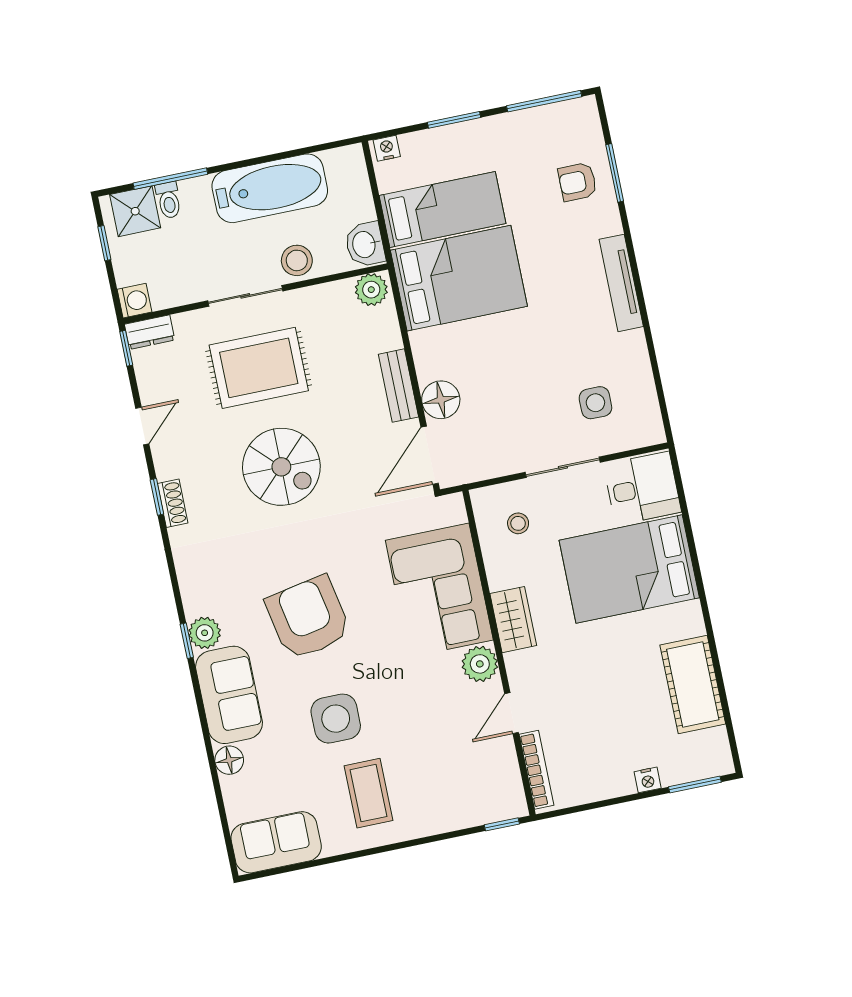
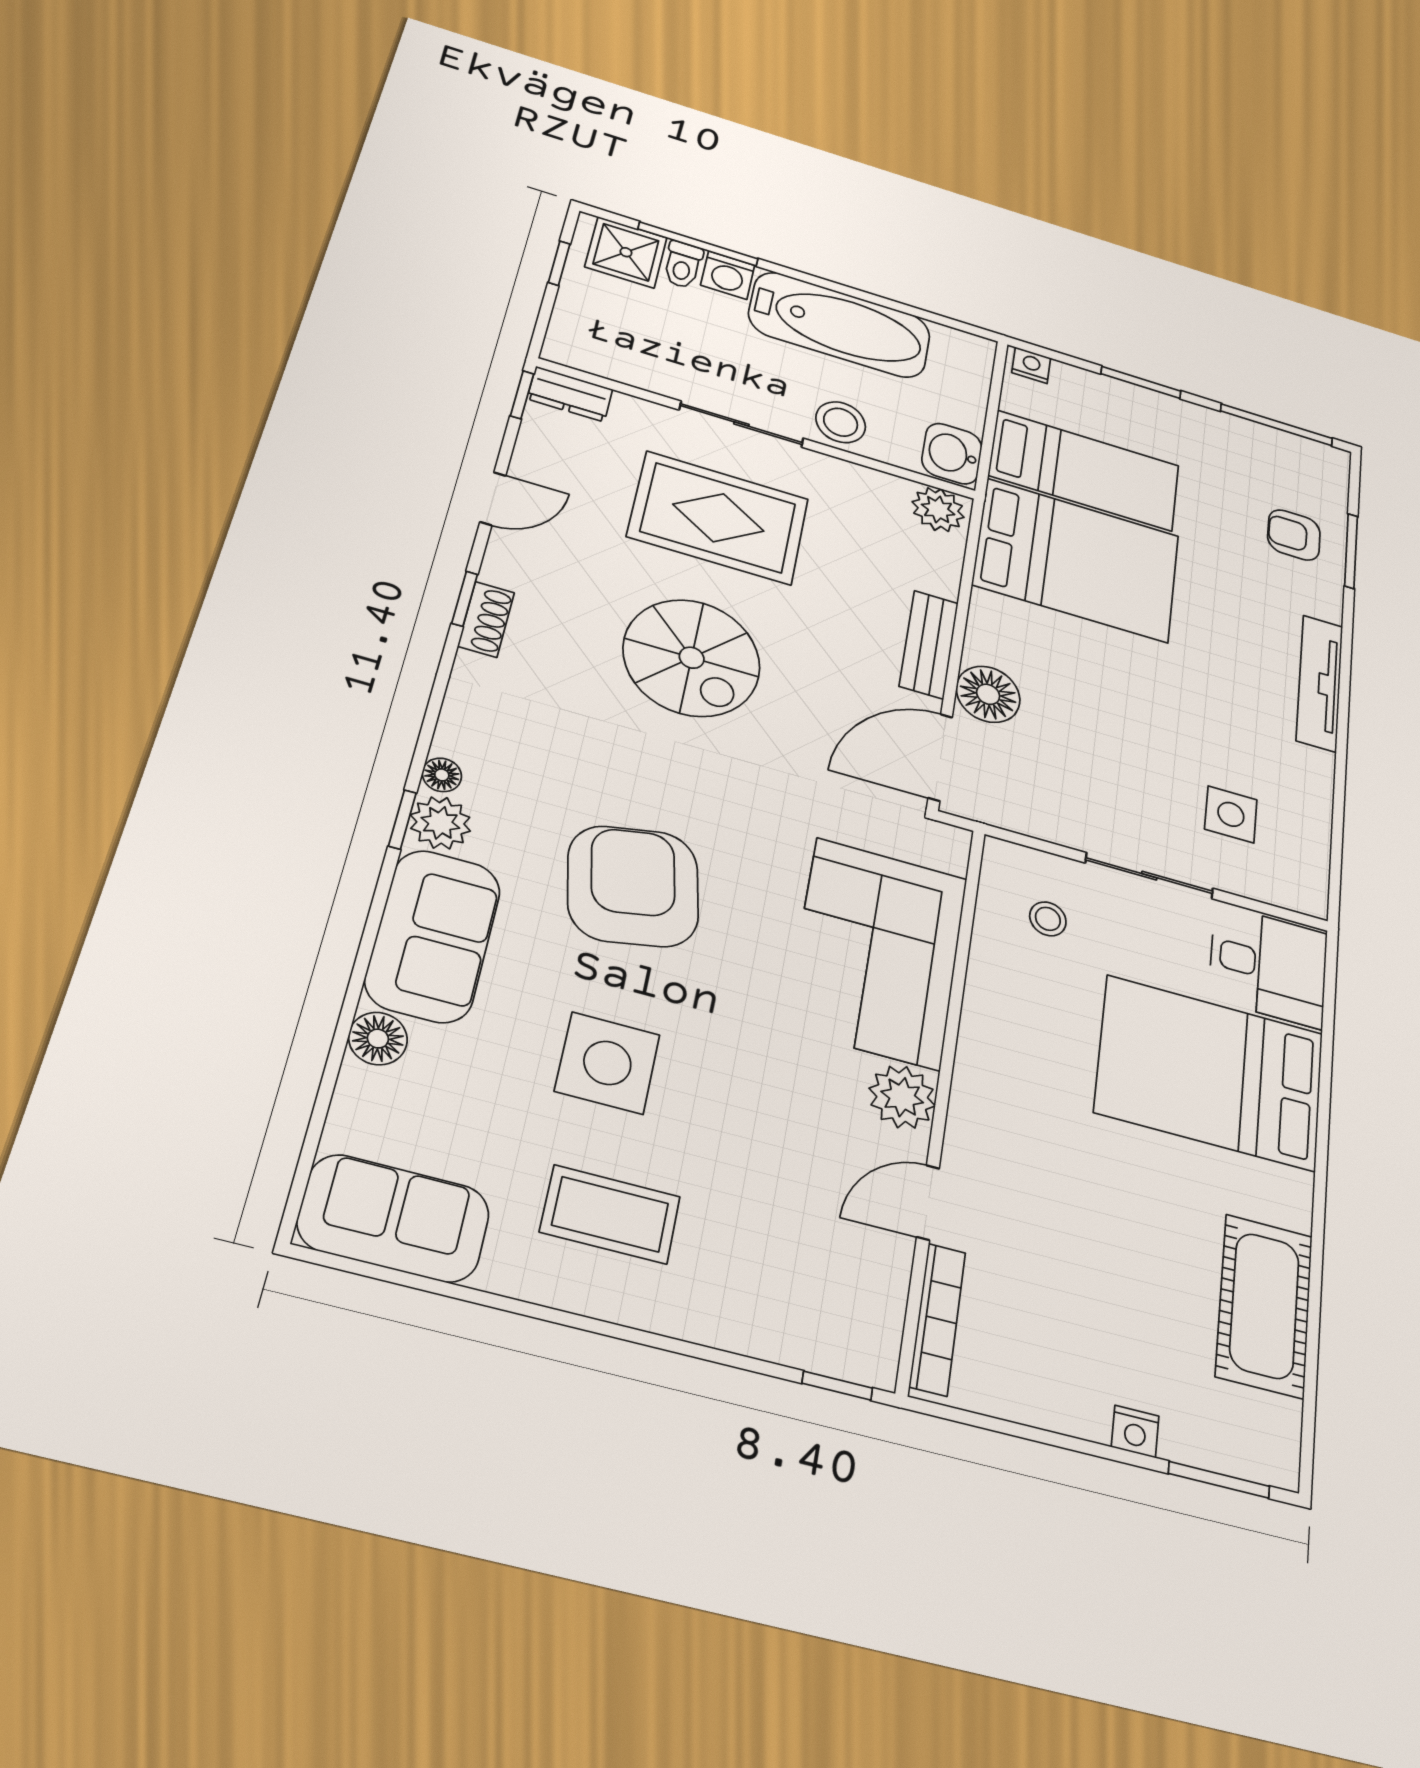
washing machine: (135, 301) -> (728, 275), moved, turned 90
floor lamp: (193, 606) -> (442, 775), added
wardrobe: (513, 620) -> (987, 1056), removed
coffee table: (369, 793) -> (610, 1214), turned 90

